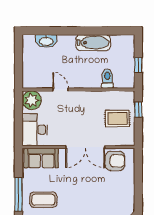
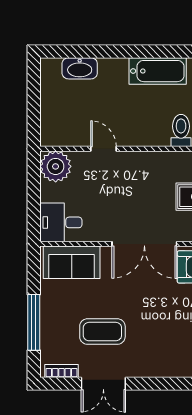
desk: (35, 130) -> (61, 222), width x0.73
coffee table: (43, 200) -> (102, 332), moved

